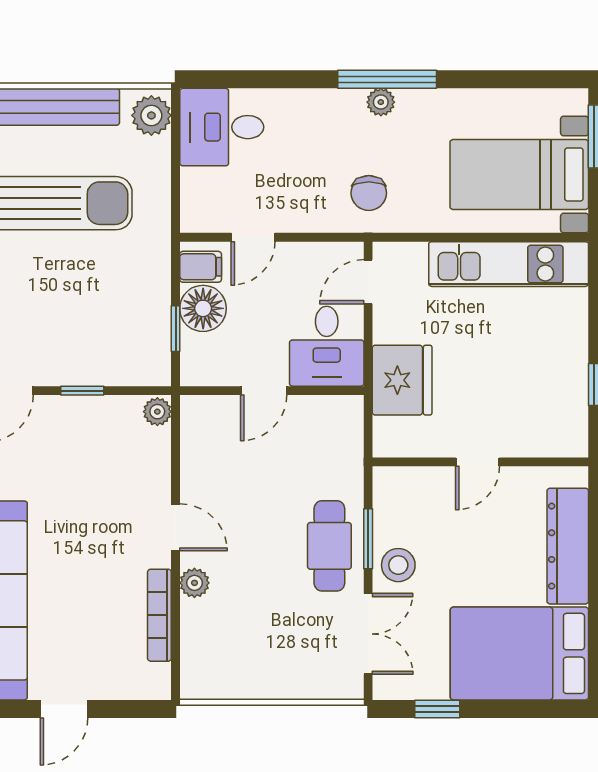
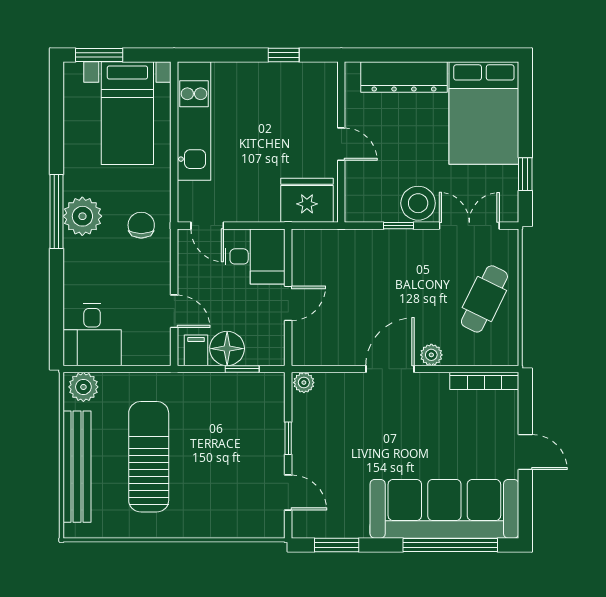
plant: (381, 102) -> (82, 216), width x1.87, depth x1.87
chair: (369, 193) -> (141, 225), turned -90
fridge: (402, 380) -> (307, 200), moved
door: (264, 391) -> (288, 303), hinge flipped
door: (176, 527) -> (390, 369), width x1.38
window: (368, 539) -> (399, 226), width x0.67
cafe table: (329, 546) -> (484, 299), moved, turned -64
stool: (398, 565) -> (418, 203), width x1.38, depth x1.38
bookcase: (159, 615) -> (484, 381), moved

